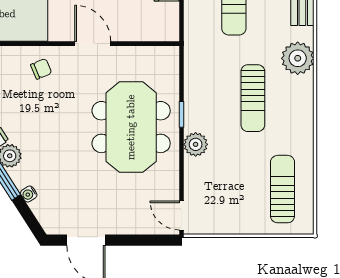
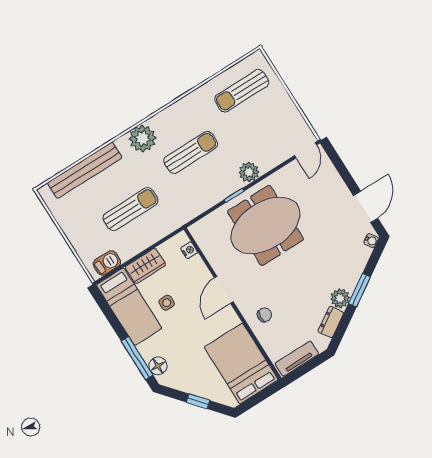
nightstand: (155, 34) -> (189, 250), added
chair: (41, 69) -> (265, 315), turned 113
water cooler: (29, 194) -> (371, 241), moved

